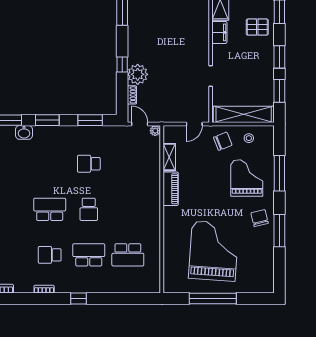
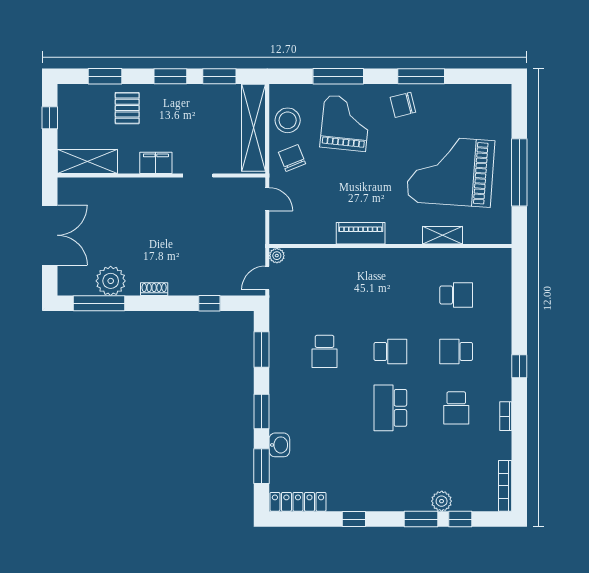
filing cabinet: (219, 32) -> (156, 163), moved
window: (122, 65) -> (209, 303), moved
plant: (138, 74) -> (111, 281), moved
shoe rack: (132, 95) -> (154, 289), moved
stool: (249, 138) -> (288, 120), width x1.89, depth x1.89
shelving: (169, 157) -> (442, 235), moved
grand piano: (247, 178) -> (345, 123), turned 96
school desk: (89, 255) -> (456, 351), width x0.54
school desk: (128, 255) -> (456, 295), width x0.54

